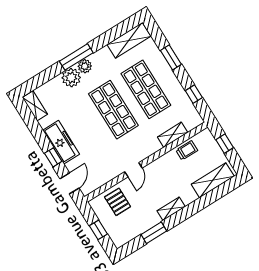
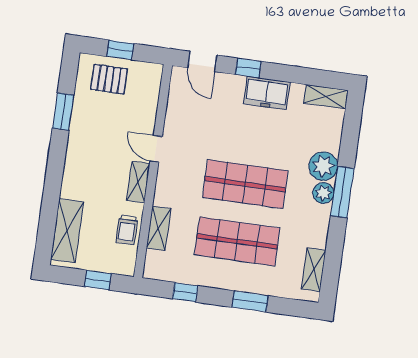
shelving: (129, 40) -> (314, 270), width x0.67, depth x0.75
freezer: (61, 142) -> (267, 93), width x0.71
pallet: (118, 202) -> (109, 79), moved
shelving: (171, 209) -> (138, 182), moved

